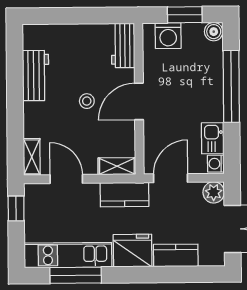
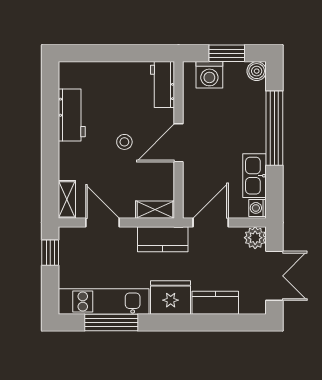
kitchen sink: (213, 138) -> (255, 176), width x1.38

